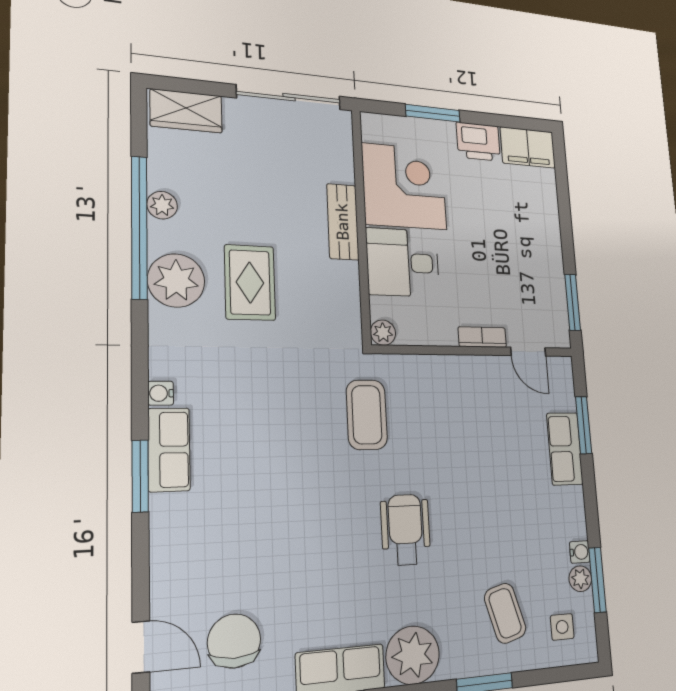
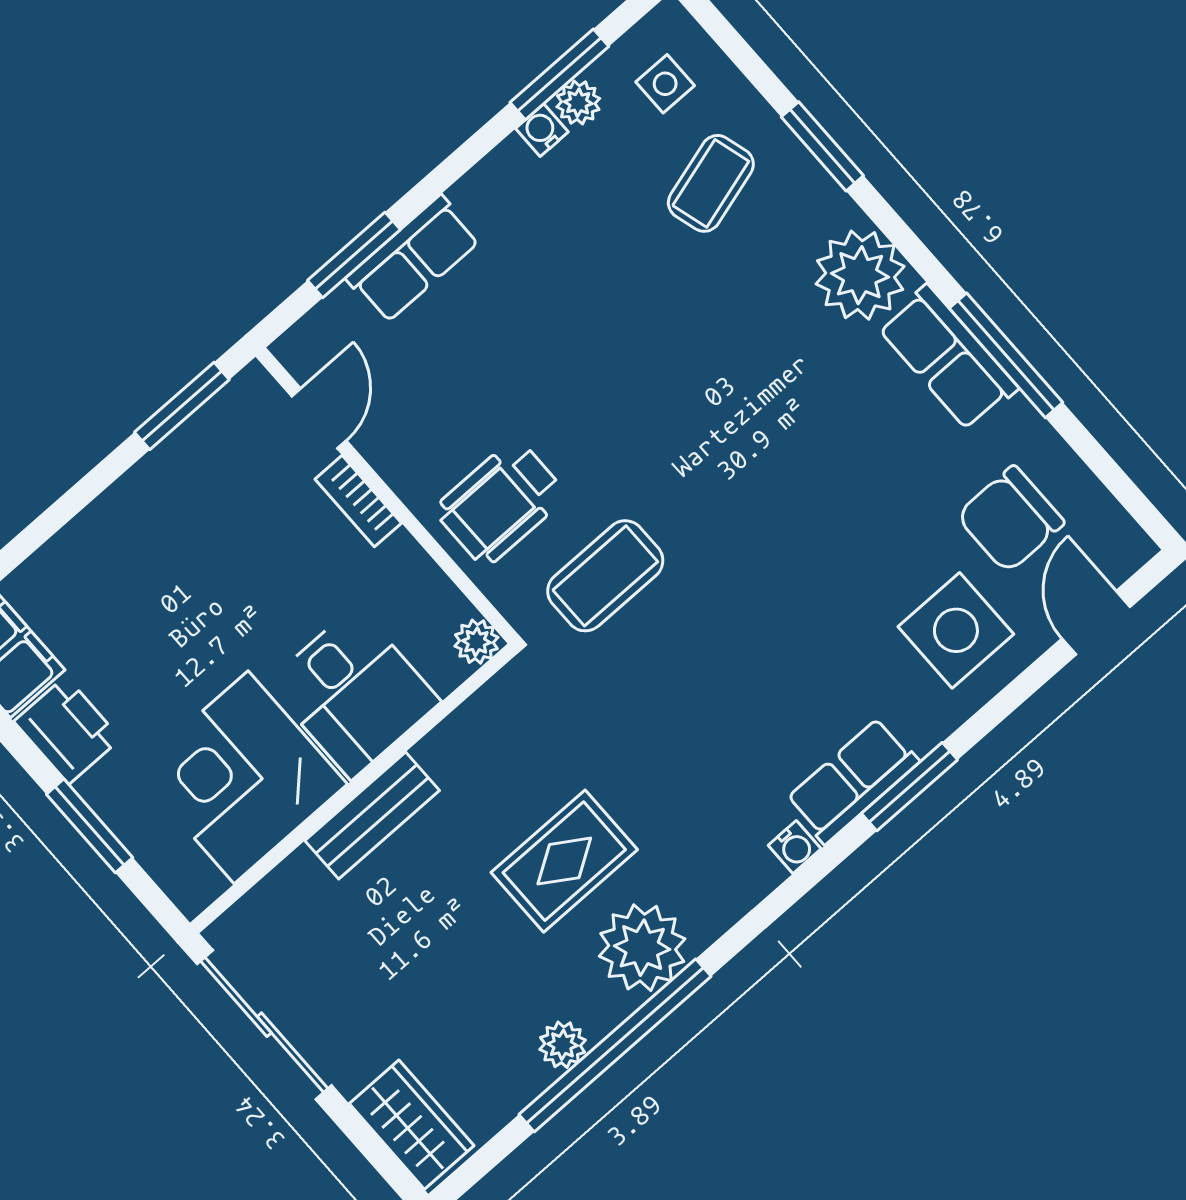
wheelchair: (406, 530) -> (500, 503), moved
side table: (201, 566) -> (956, 630), added

